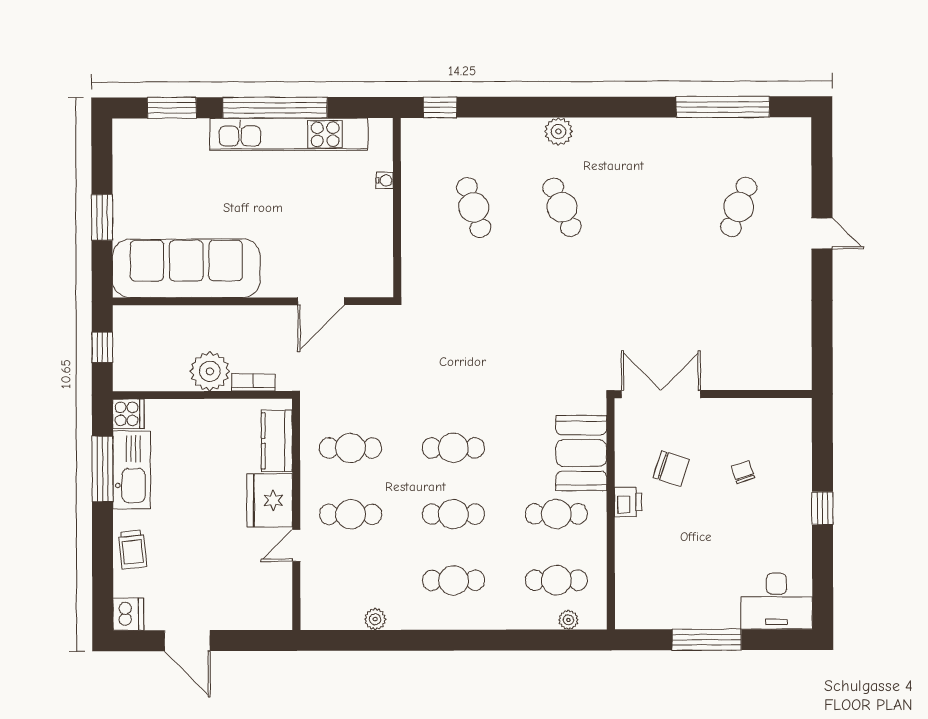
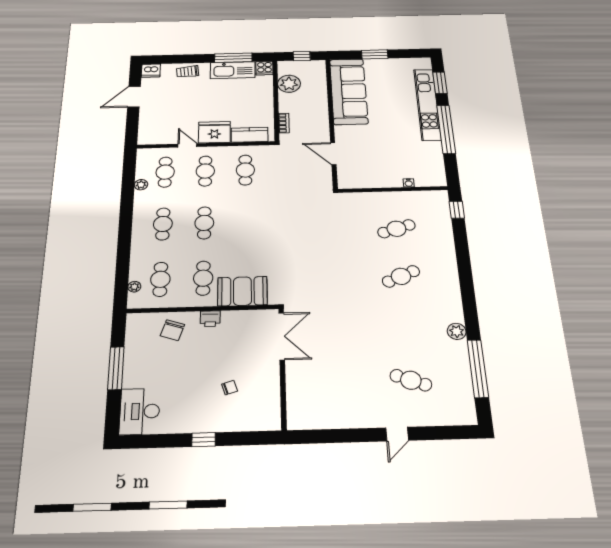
plant: (558, 131) -> (457, 331), moved
kitchen unit: (289, 134) -> (427, 104), moved
plant: (210, 371) -> (289, 84), moved
cafe table: (453, 448) -> (165, 172), moved
chair: (671, 469) -> (172, 330), moved

